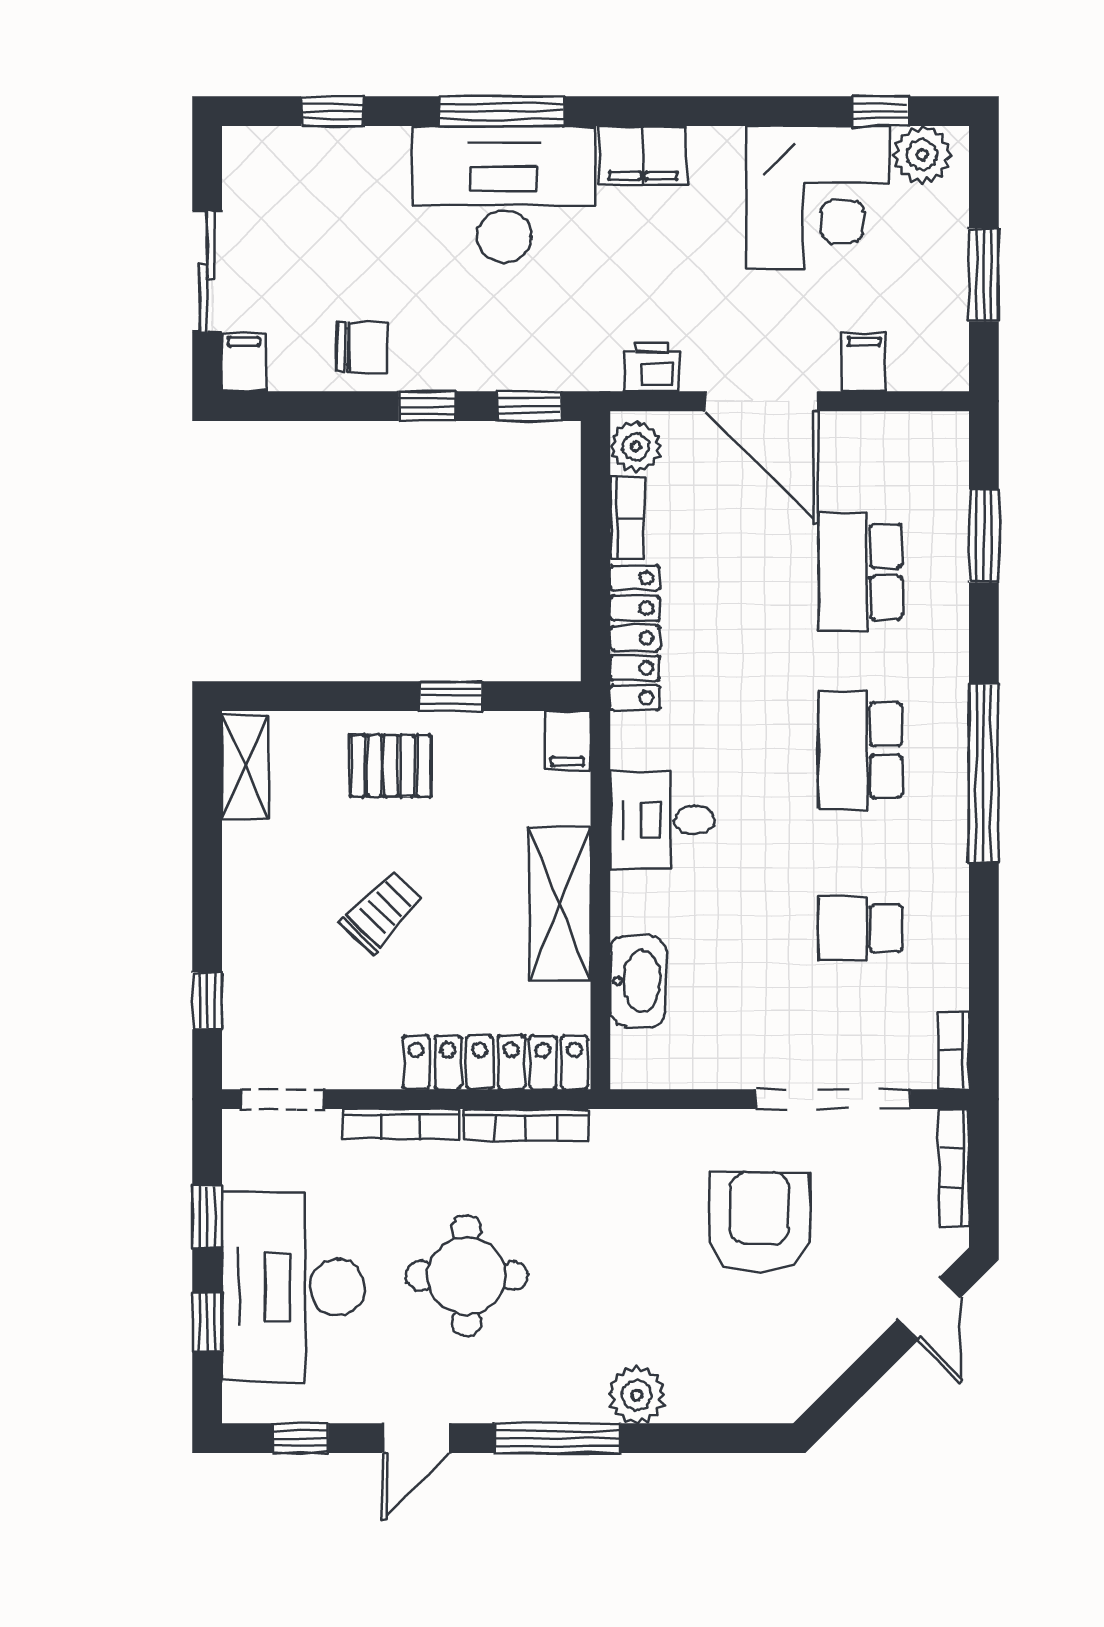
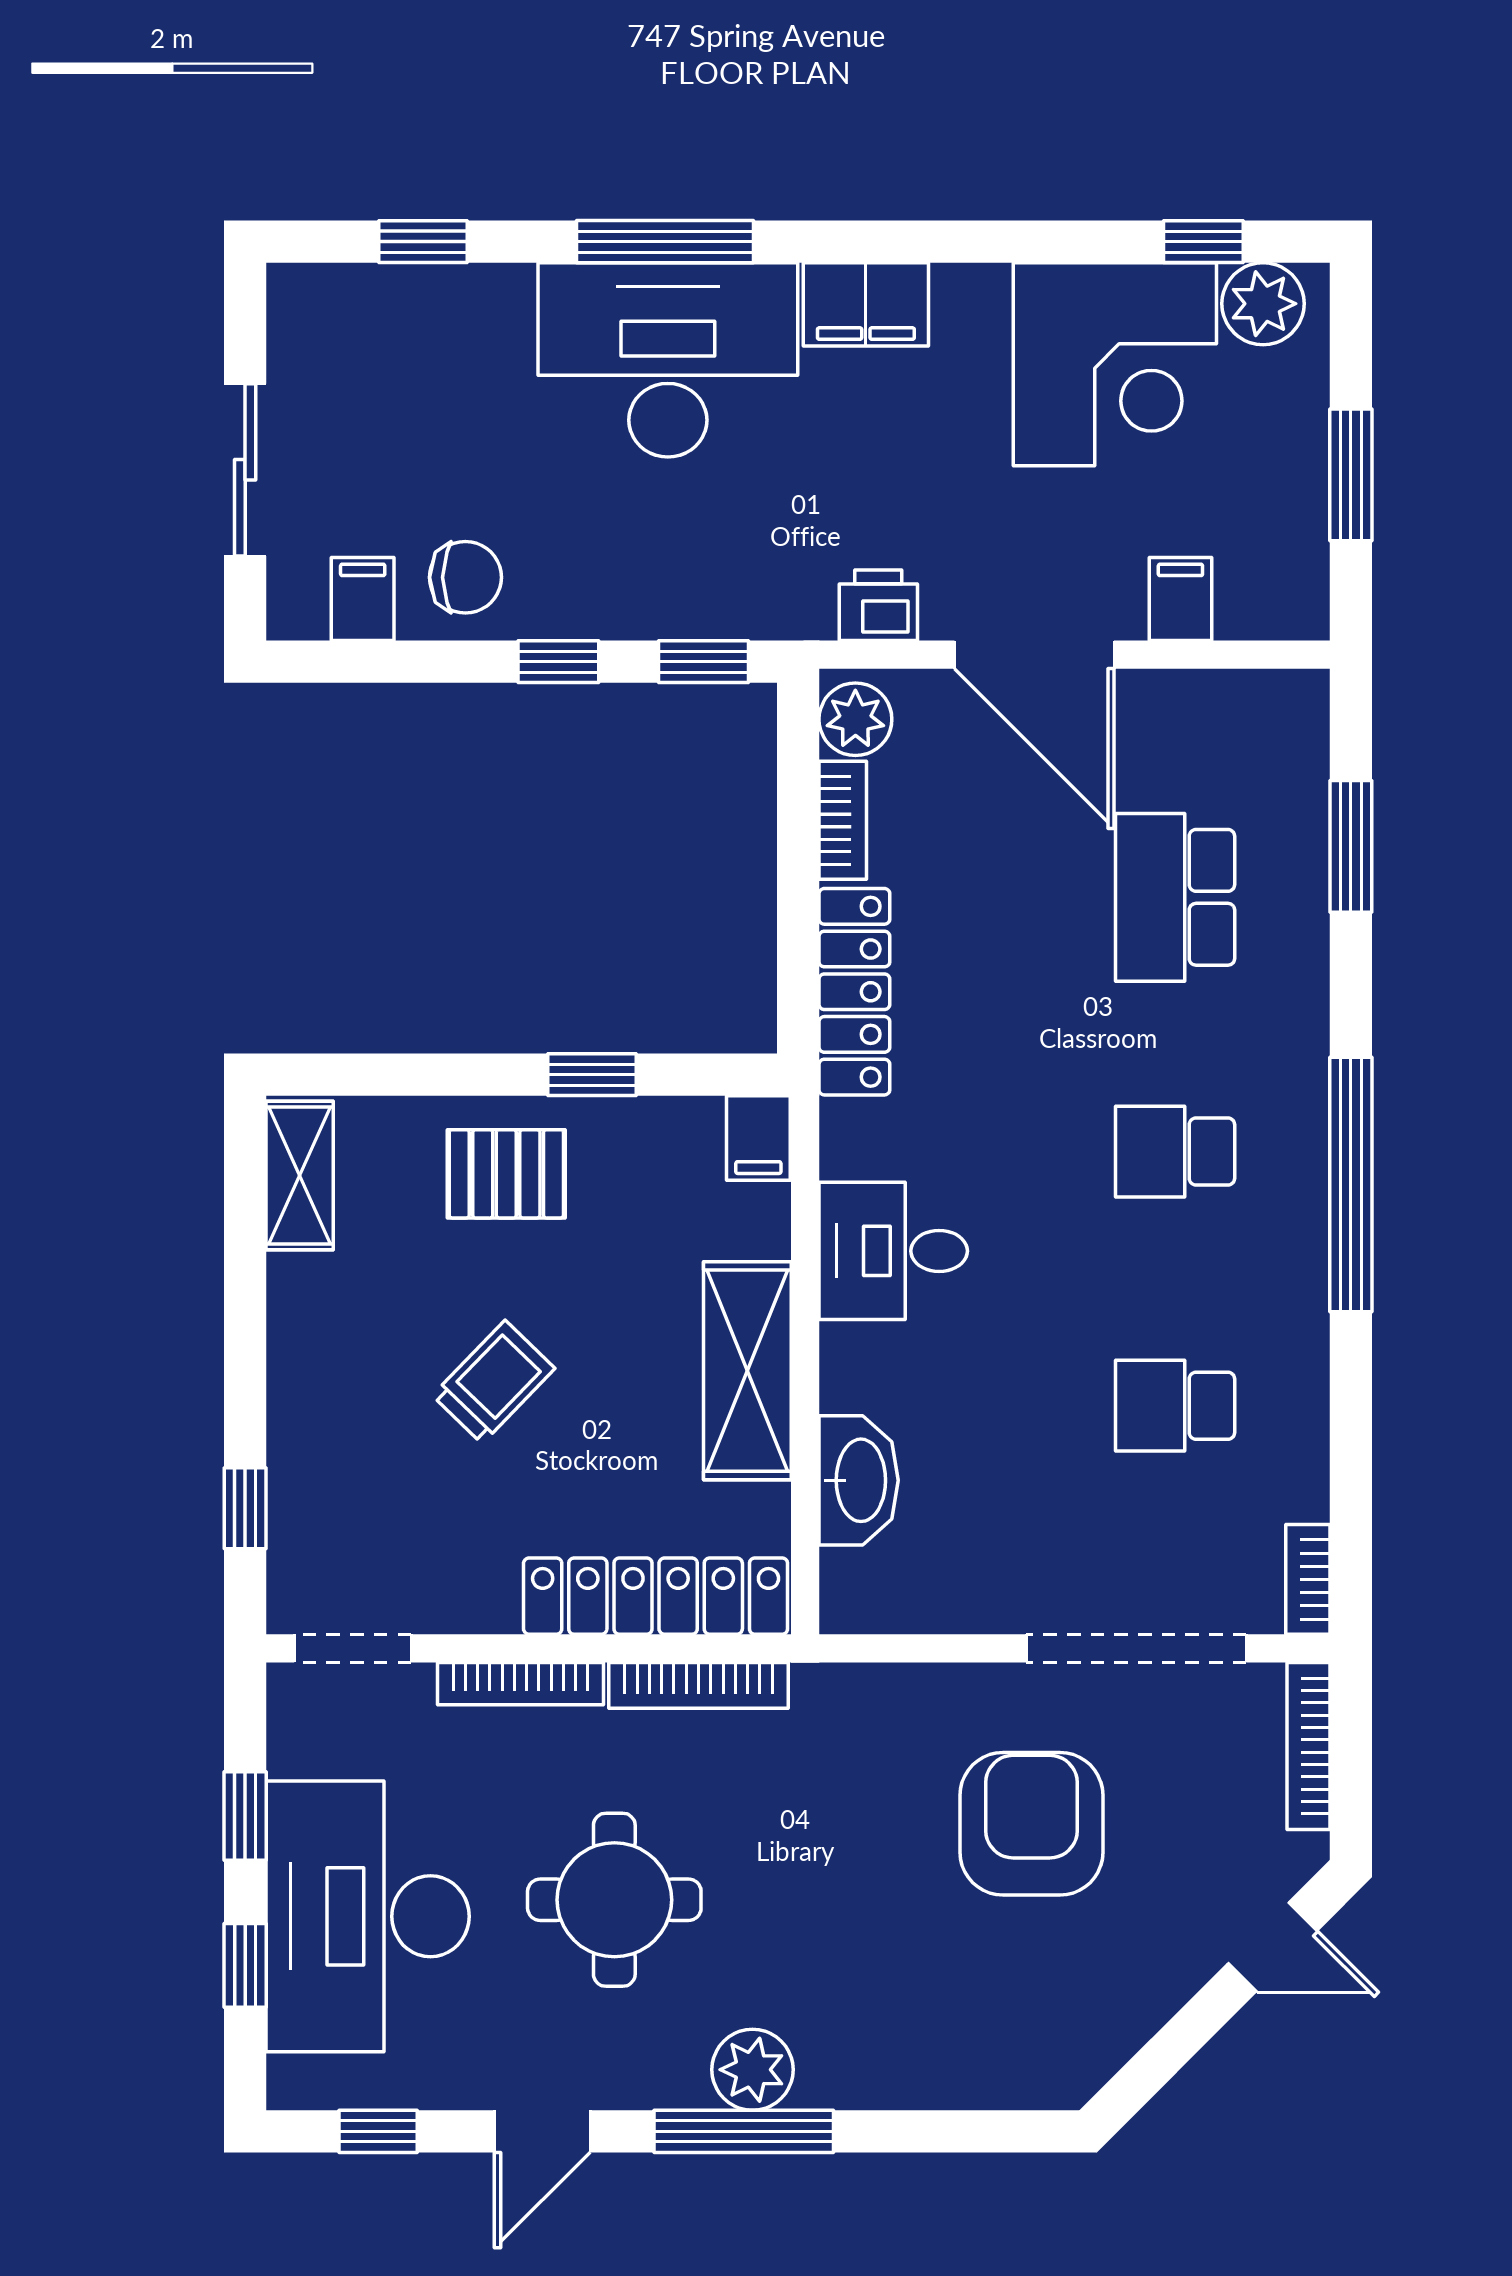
filing cabinet: (244, 362) -> (363, 599), moved
school desk: (860, 750) -> (1175, 1152), width x0.54
door: (929, 1309) -> (1273, 1947), hinge flipped
plant: (637, 1395) -> (752, 2070), moved

